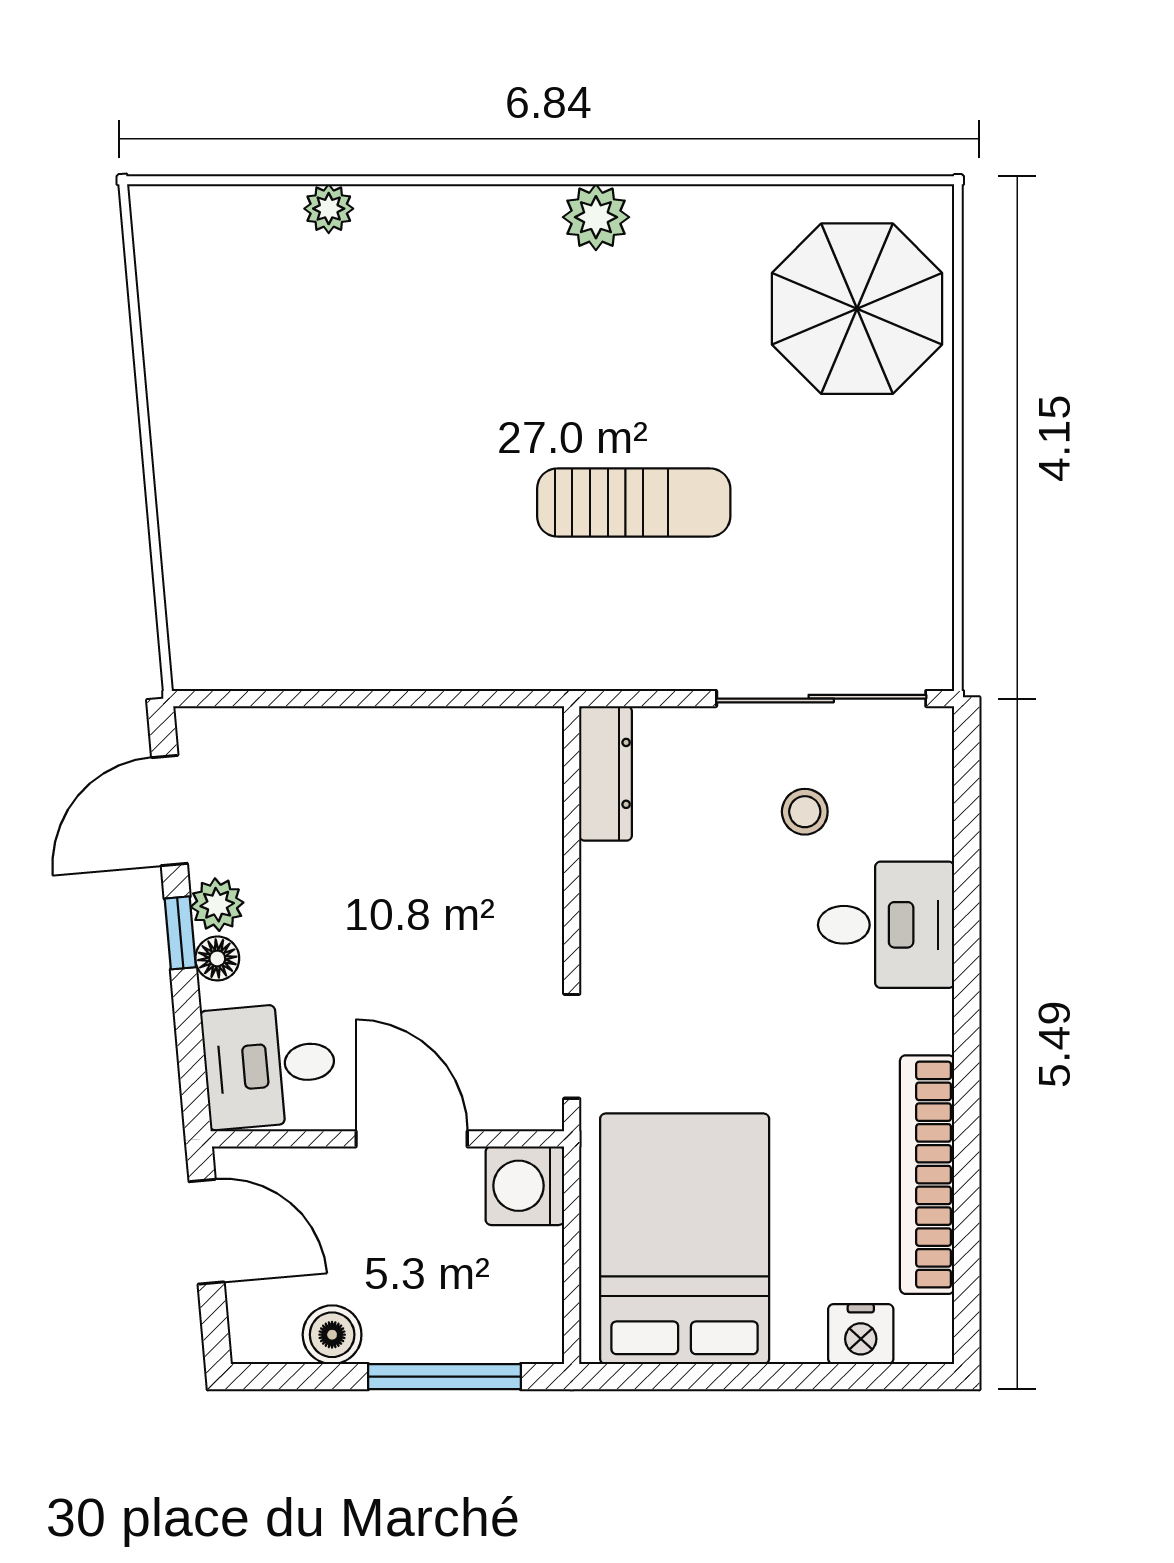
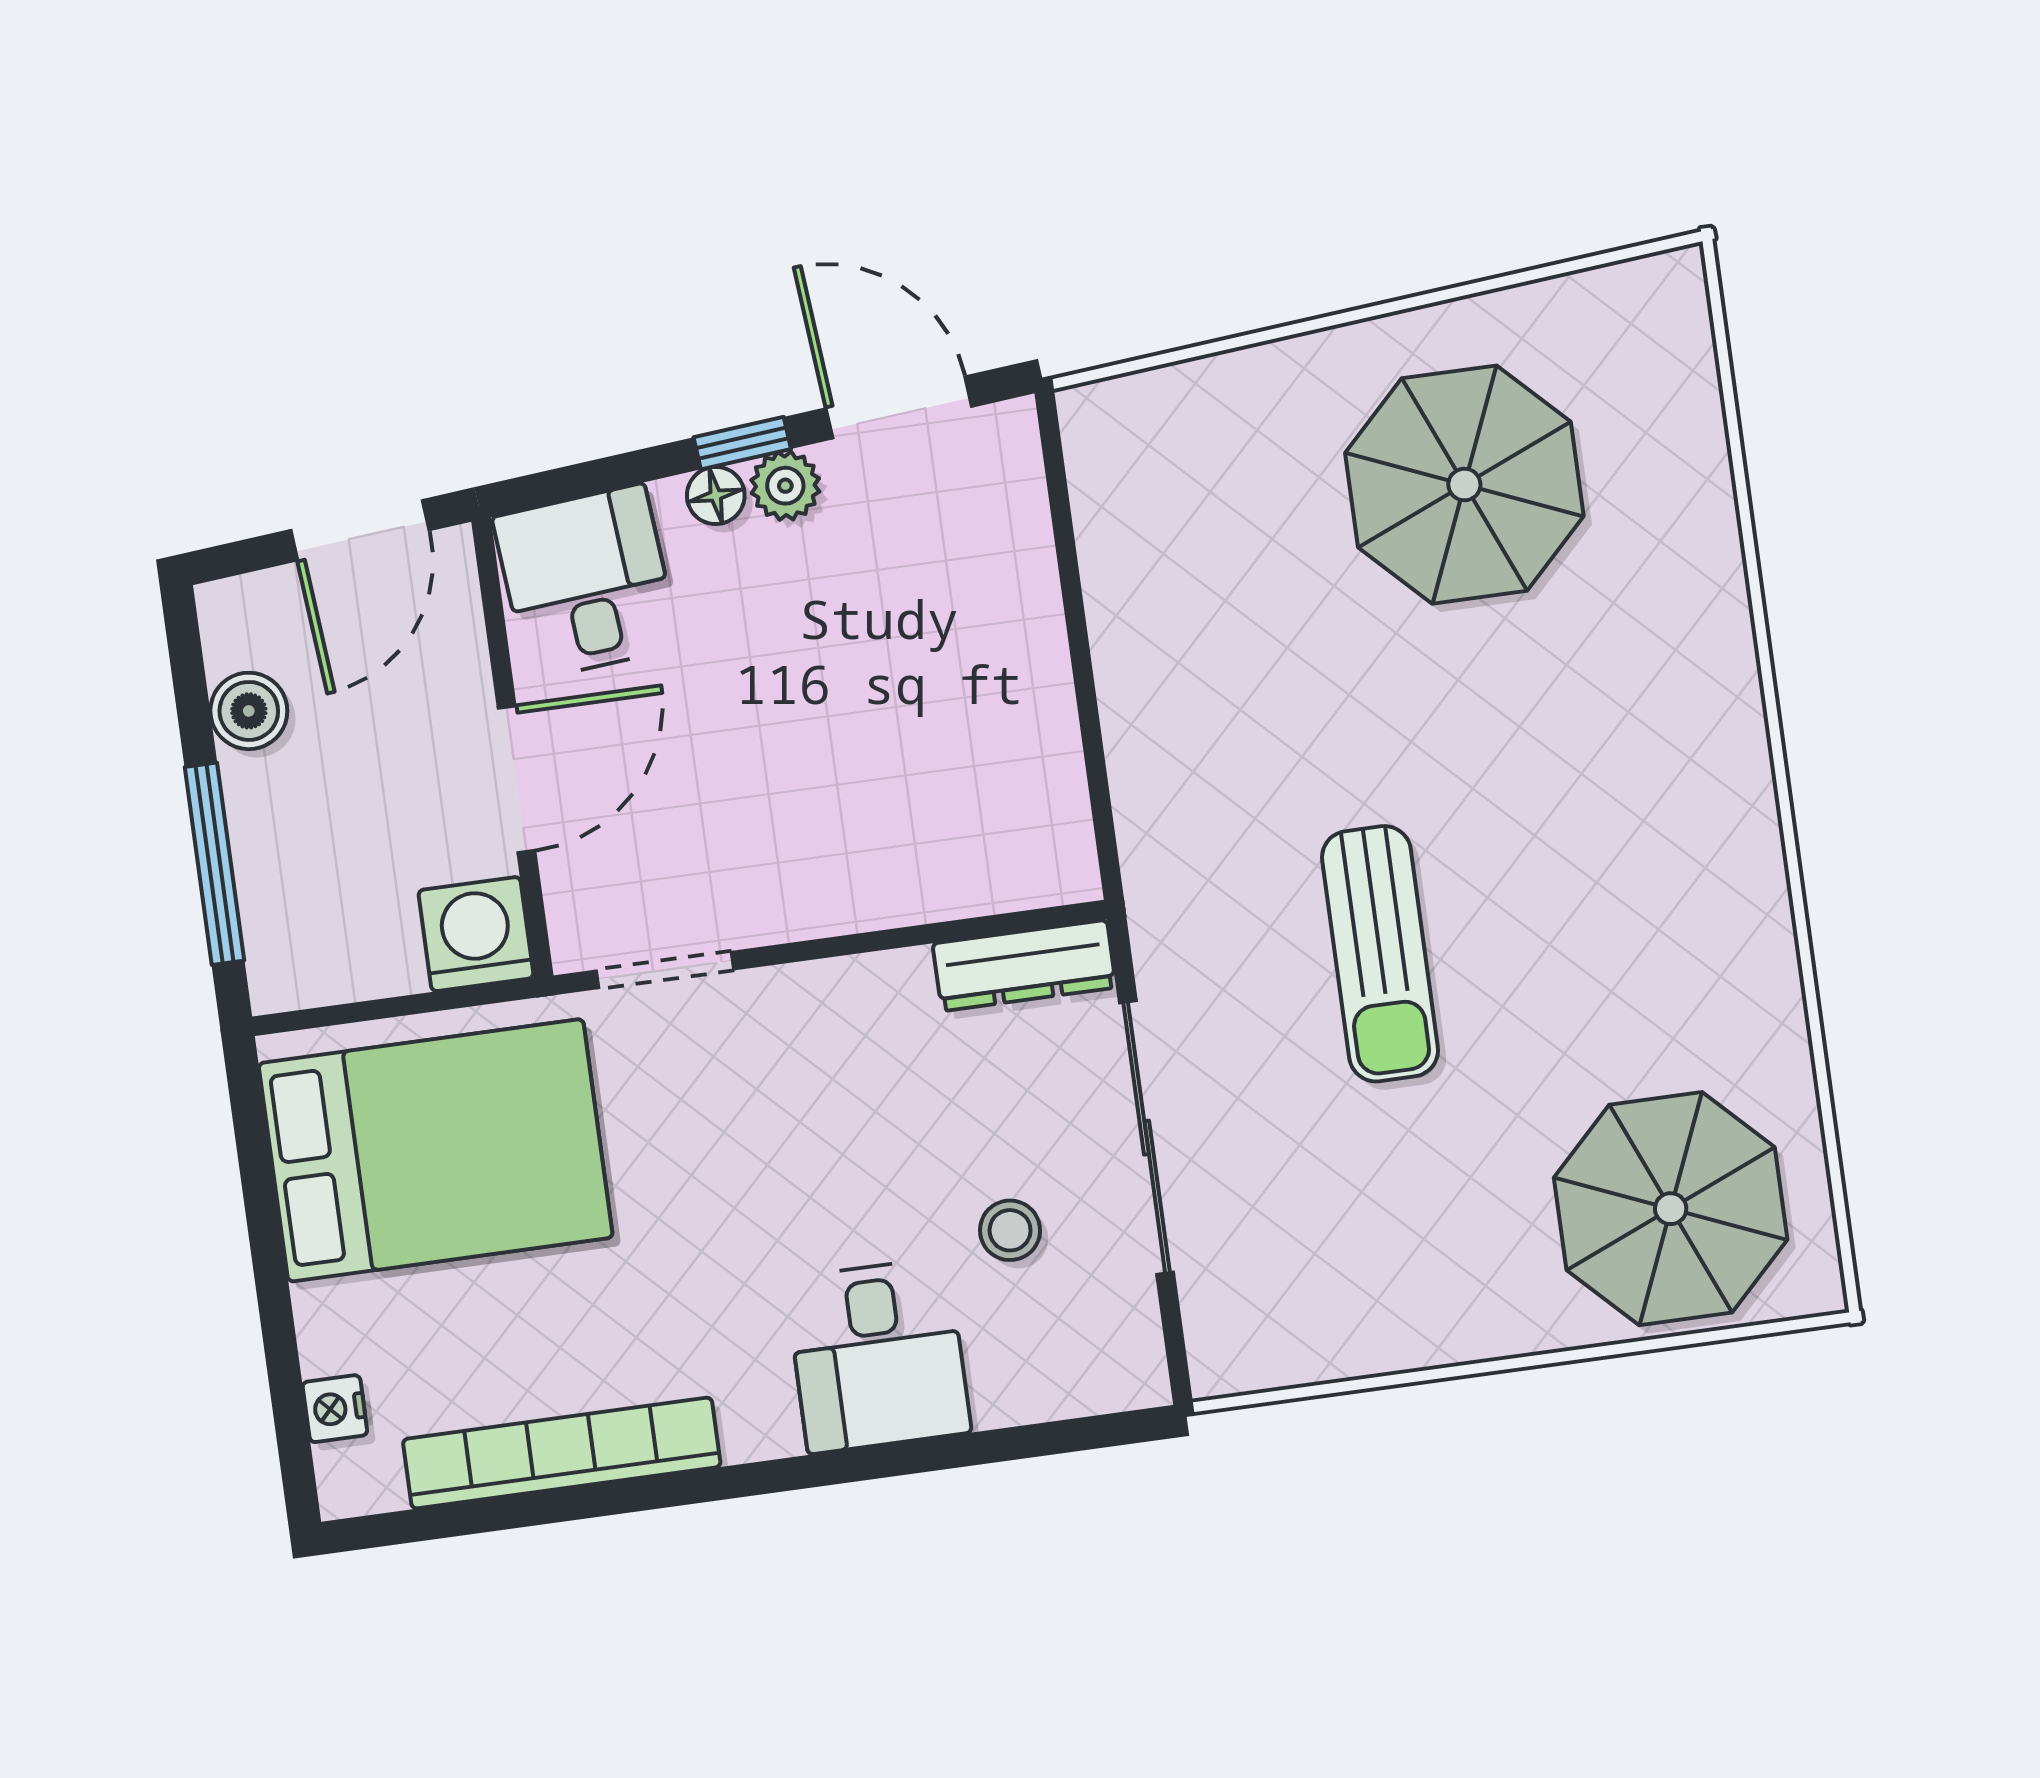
plant: (329, 209) -> (1707, 507), removed
plant: (596, 217) -> (1743, 854), removed
parasol: (287, 390) -> (1464, 485), added
sliding door: (821, 699) -> (1147, 1138), moved
nightstand: (861, 1334) -> (335, 1409), width x0.72, depth x0.74

